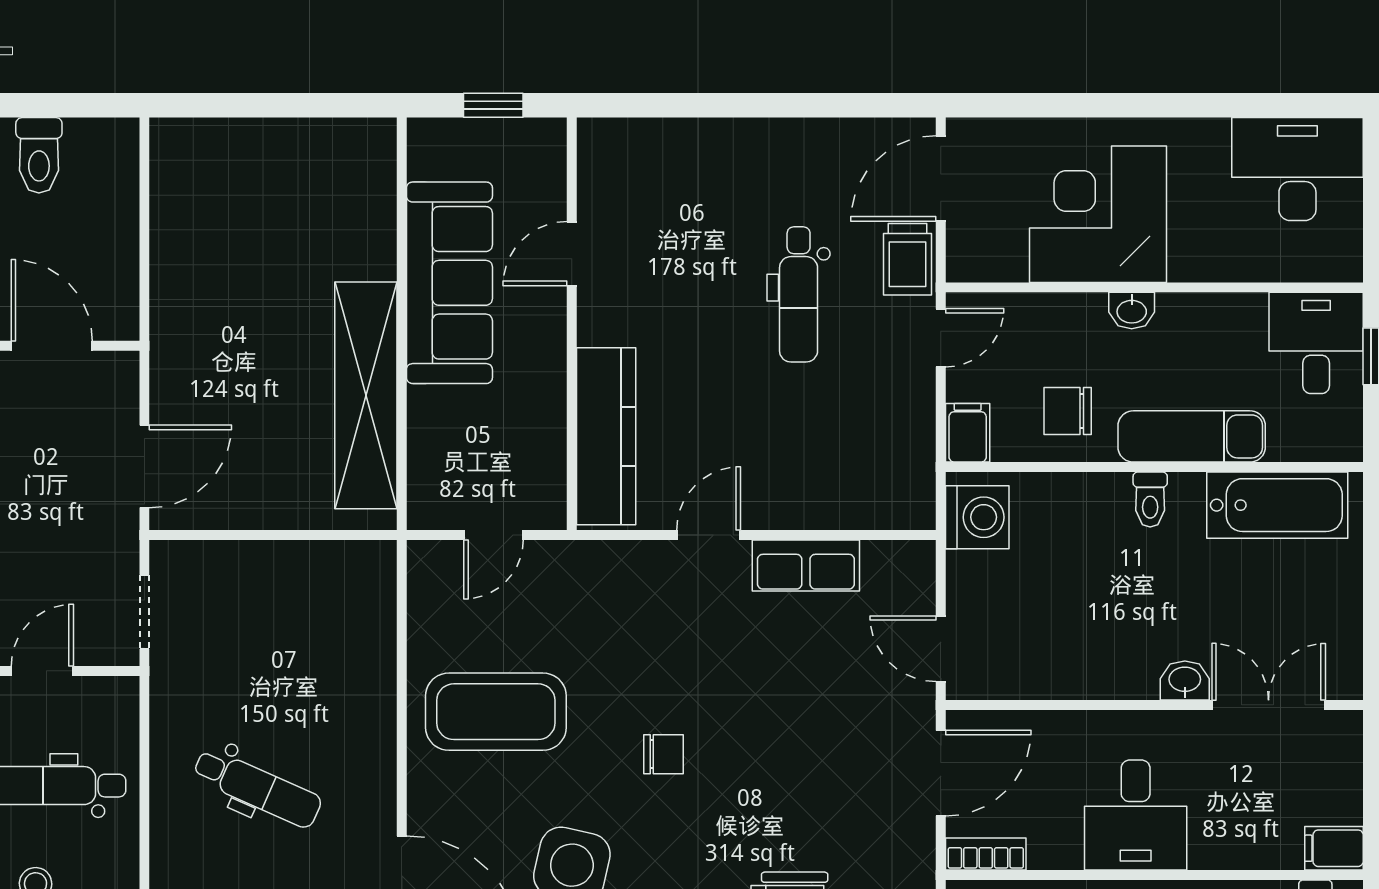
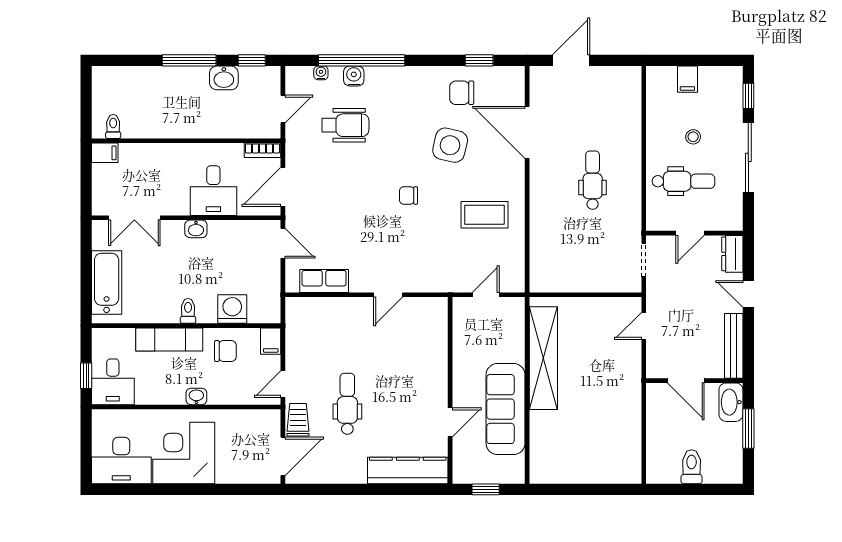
corner desk: (1098, 214) -> (184, 453), moved, turned 180
kitchen counter: (606, 436) -> (408, 471), moved, turned 90
door: (144, 466) -> (644, 326), width x0.73
bathtub: (1277, 505) -> (107, 282), moved, turned 90
washing machine: (977, 517) -> (232, 309), moved, turned 90
row of seats: (806, 565) -> (324, 281), moved
washbasin: (1185, 680) -> (196, 229), moved
coffee table: (496, 712) -> (484, 215), width x0.73, depth x0.76
dental chair: (257, 788) -> (593, 180), turned 66
desk: (1136, 815) -> (213, 191), moved, turned 180

